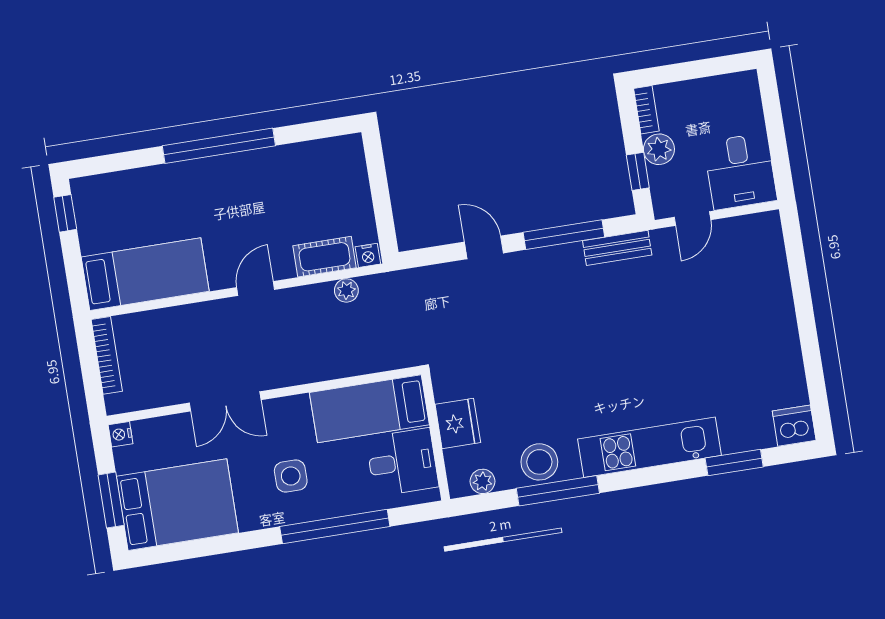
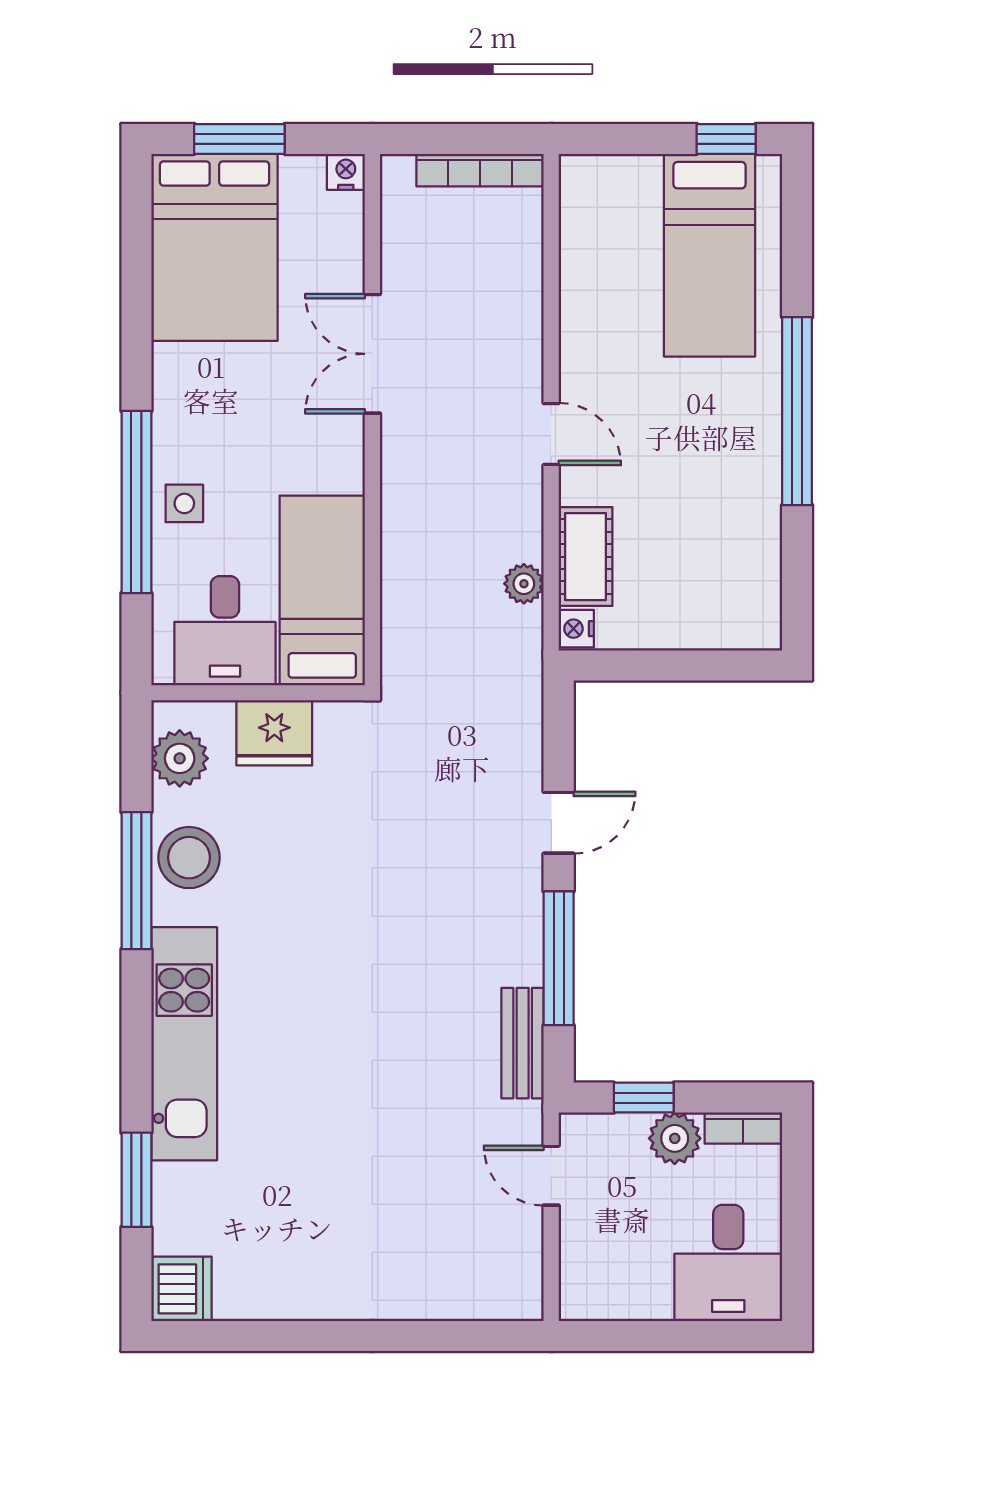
desk: (740, 171) -> (728, 1263), moved, turned -90
bed: (145, 274) -> (709, 255), moved
side table: (291, 476) -> (184, 503), moved, width x0.73, depth x0.73
plant: (483, 481) -> (180, 758), width x1.38, depth x1.38

